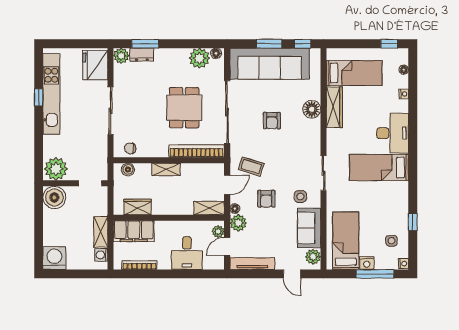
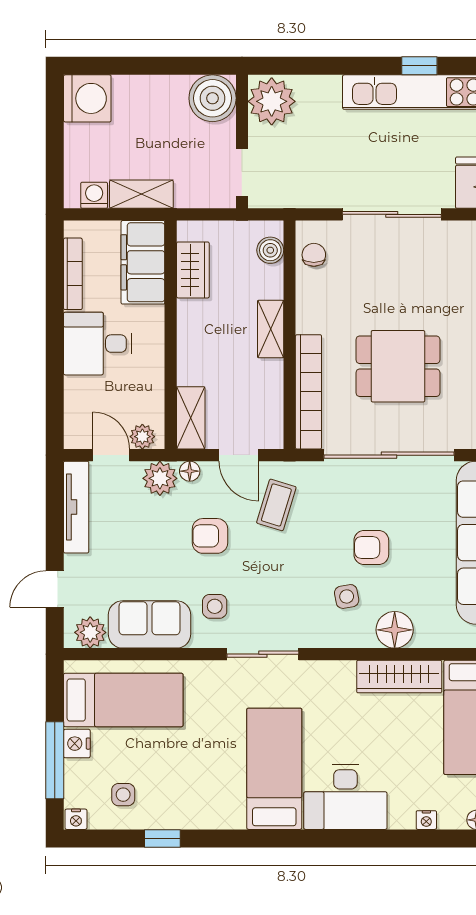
side table: (296, 133) -> (347, 596), added
desk: (187, 253) -> (98, 344), moved

